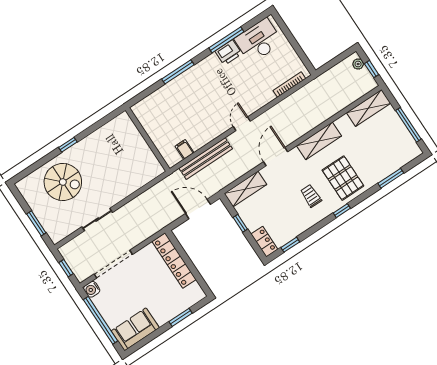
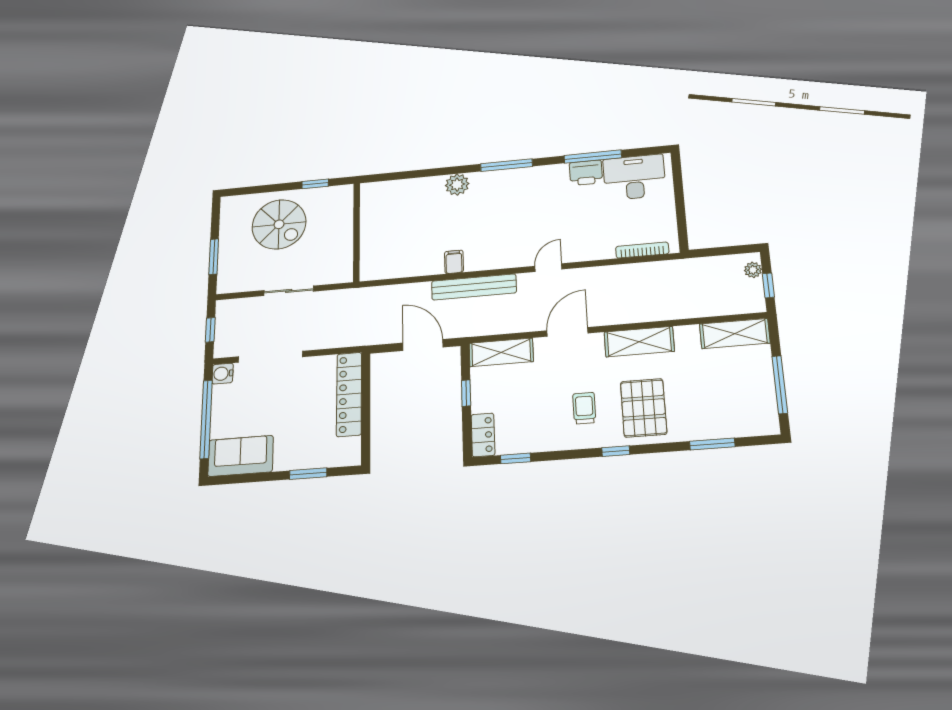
plant: (156, 100) -> (457, 185), added
wall: (148, 139) -> (357, 232), moved

